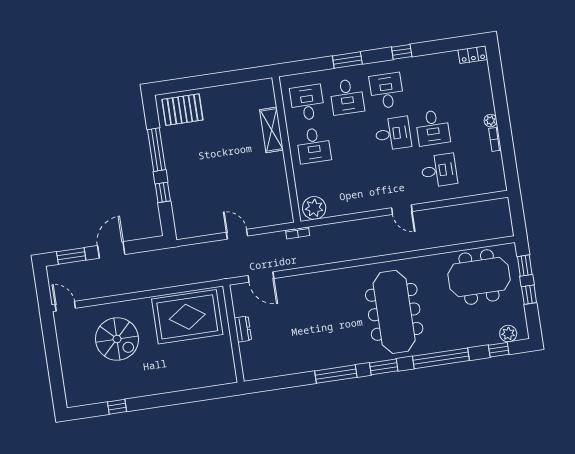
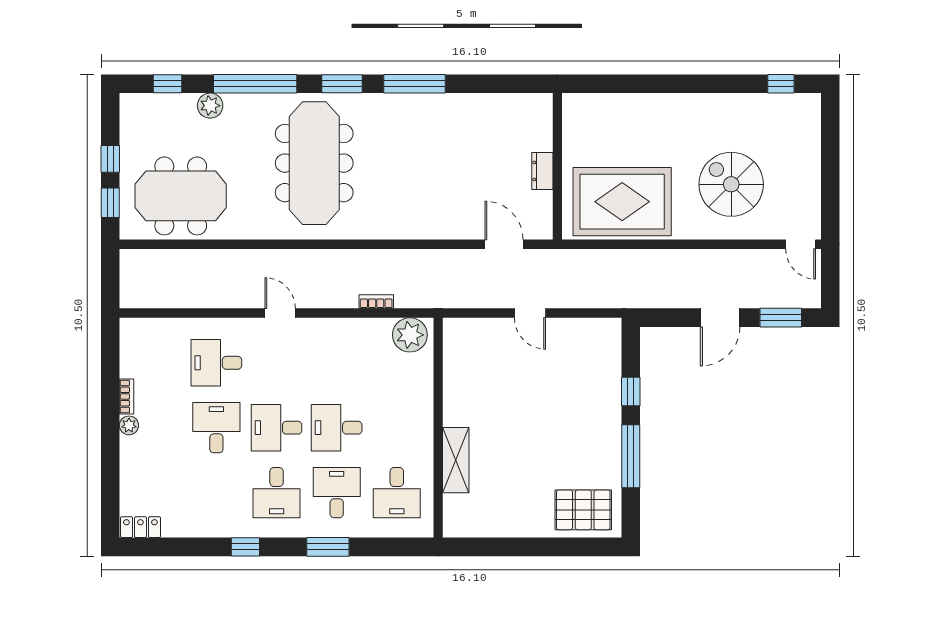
desk: (314, 145) -> (337, 428), moved, turned -90
bookcase: (298, 233) -> (376, 302), moved
plant: (508, 334) -> (210, 106), moved
window: (117, 407) -> (781, 84), moved

